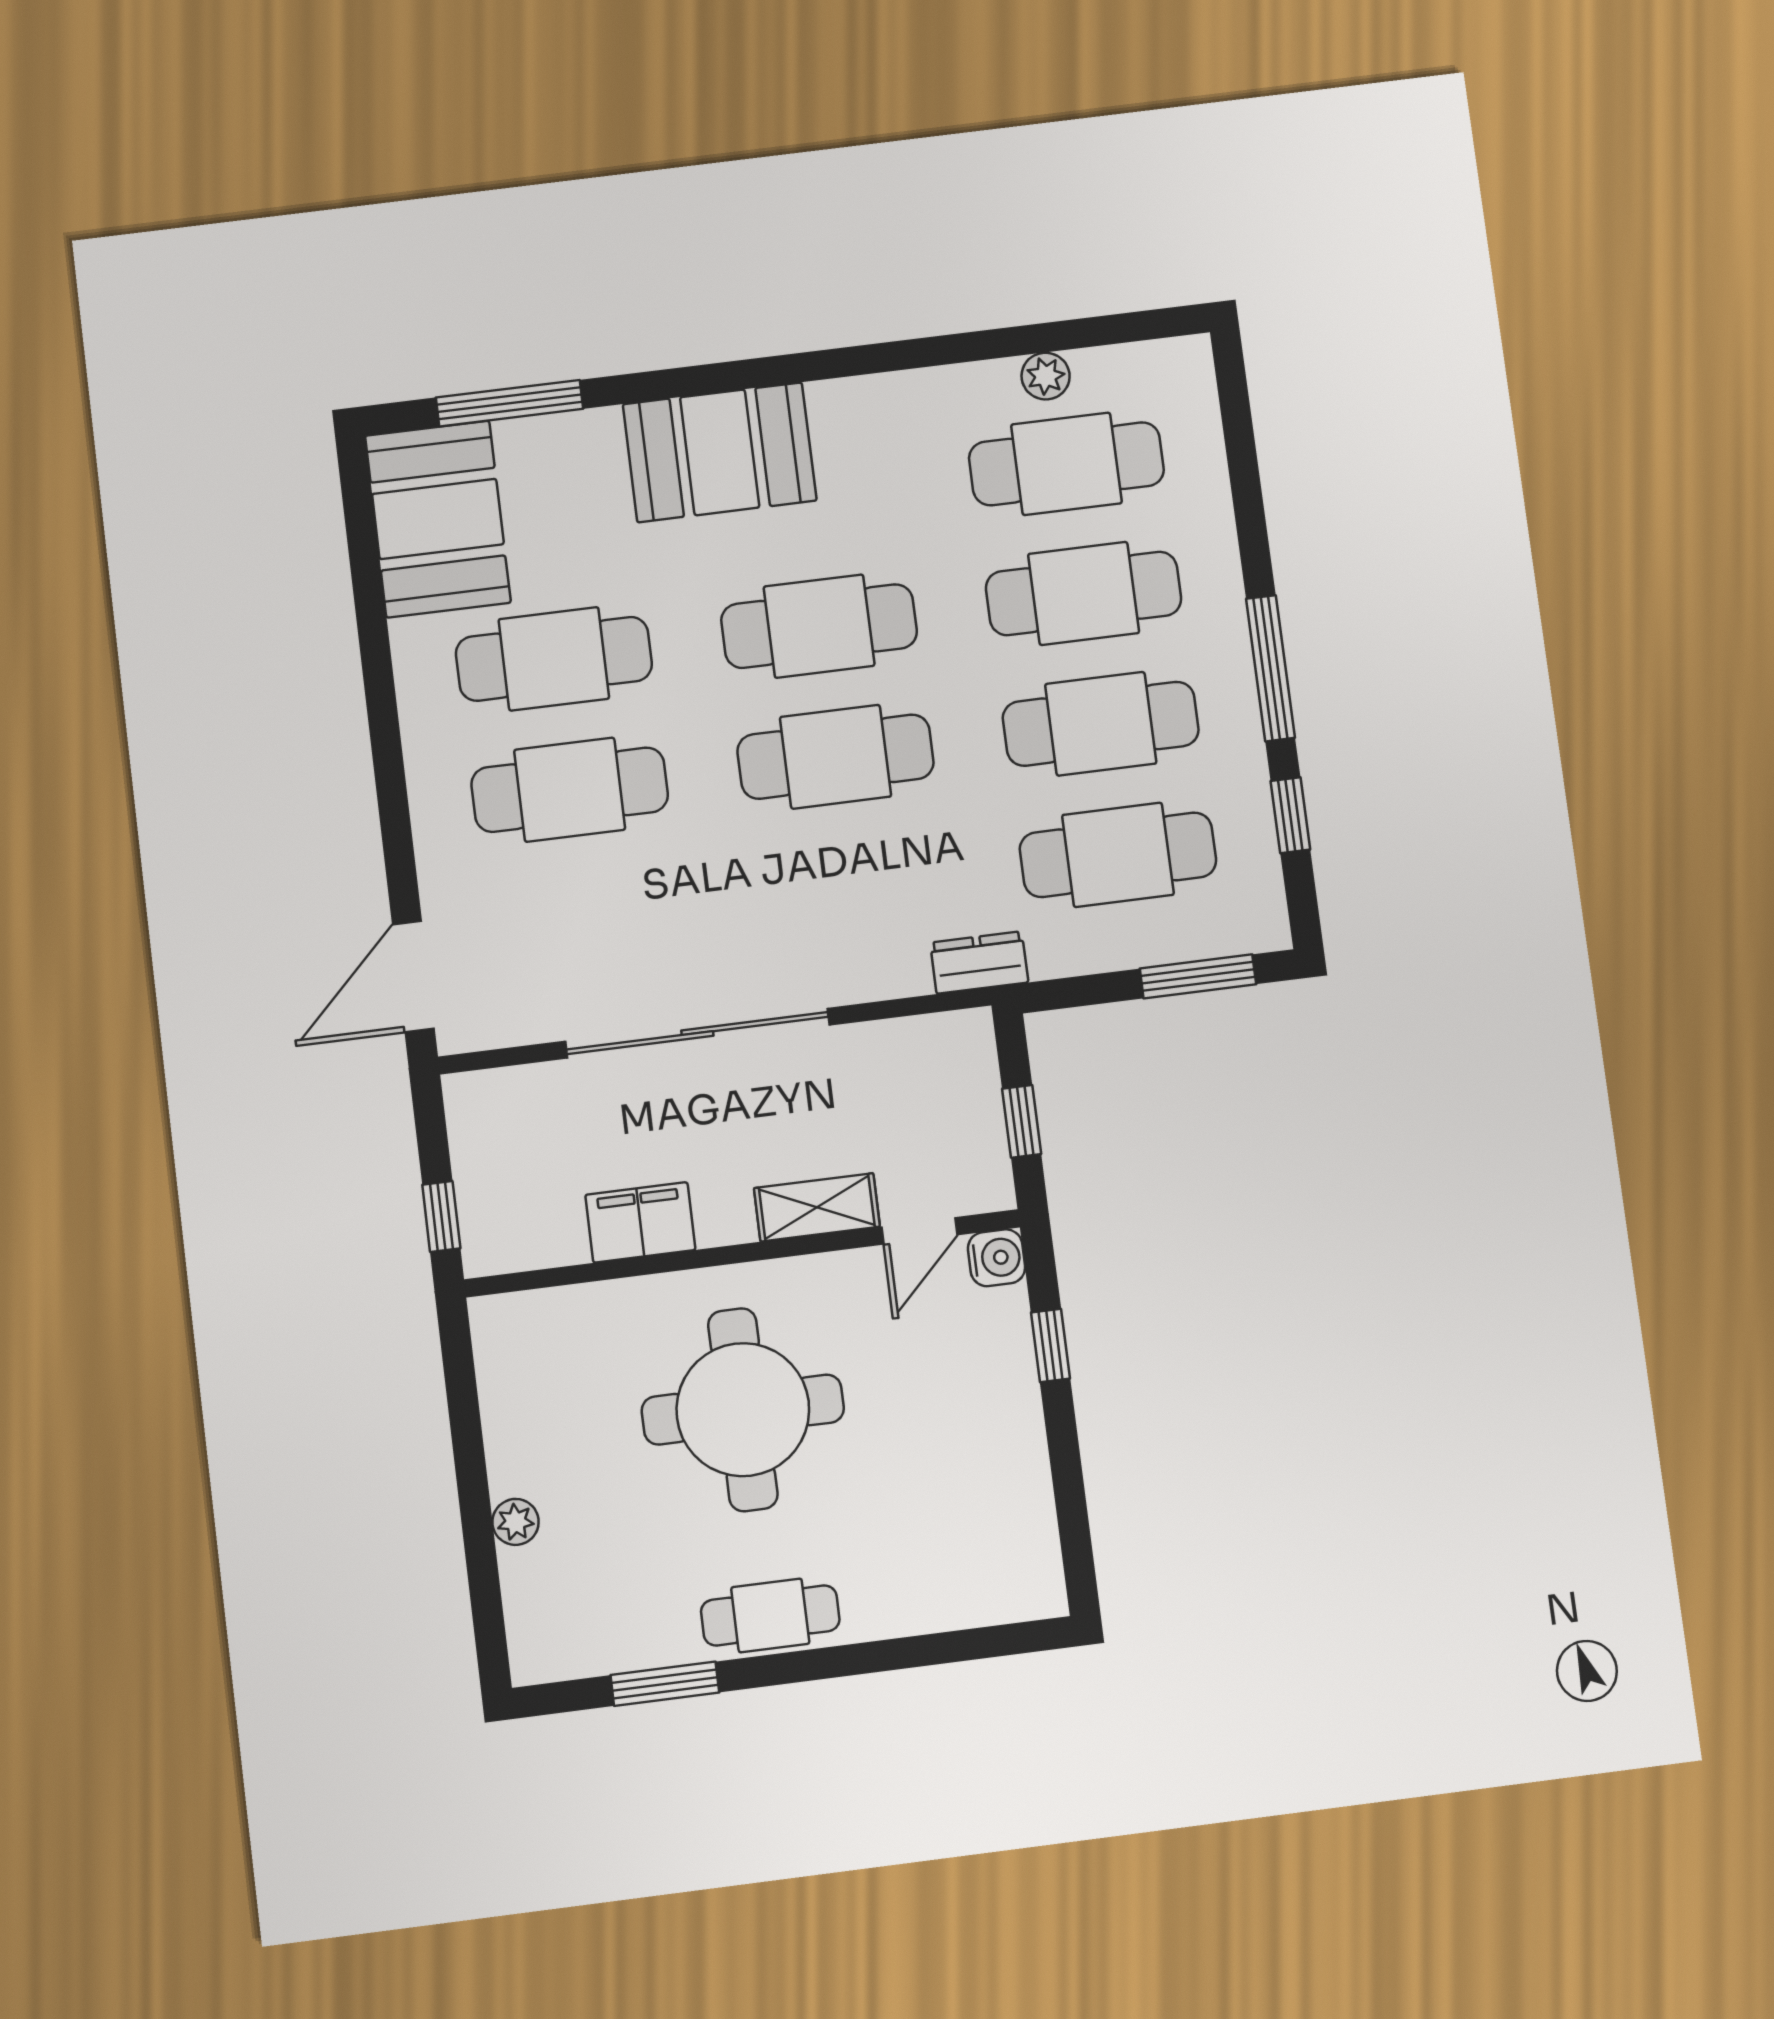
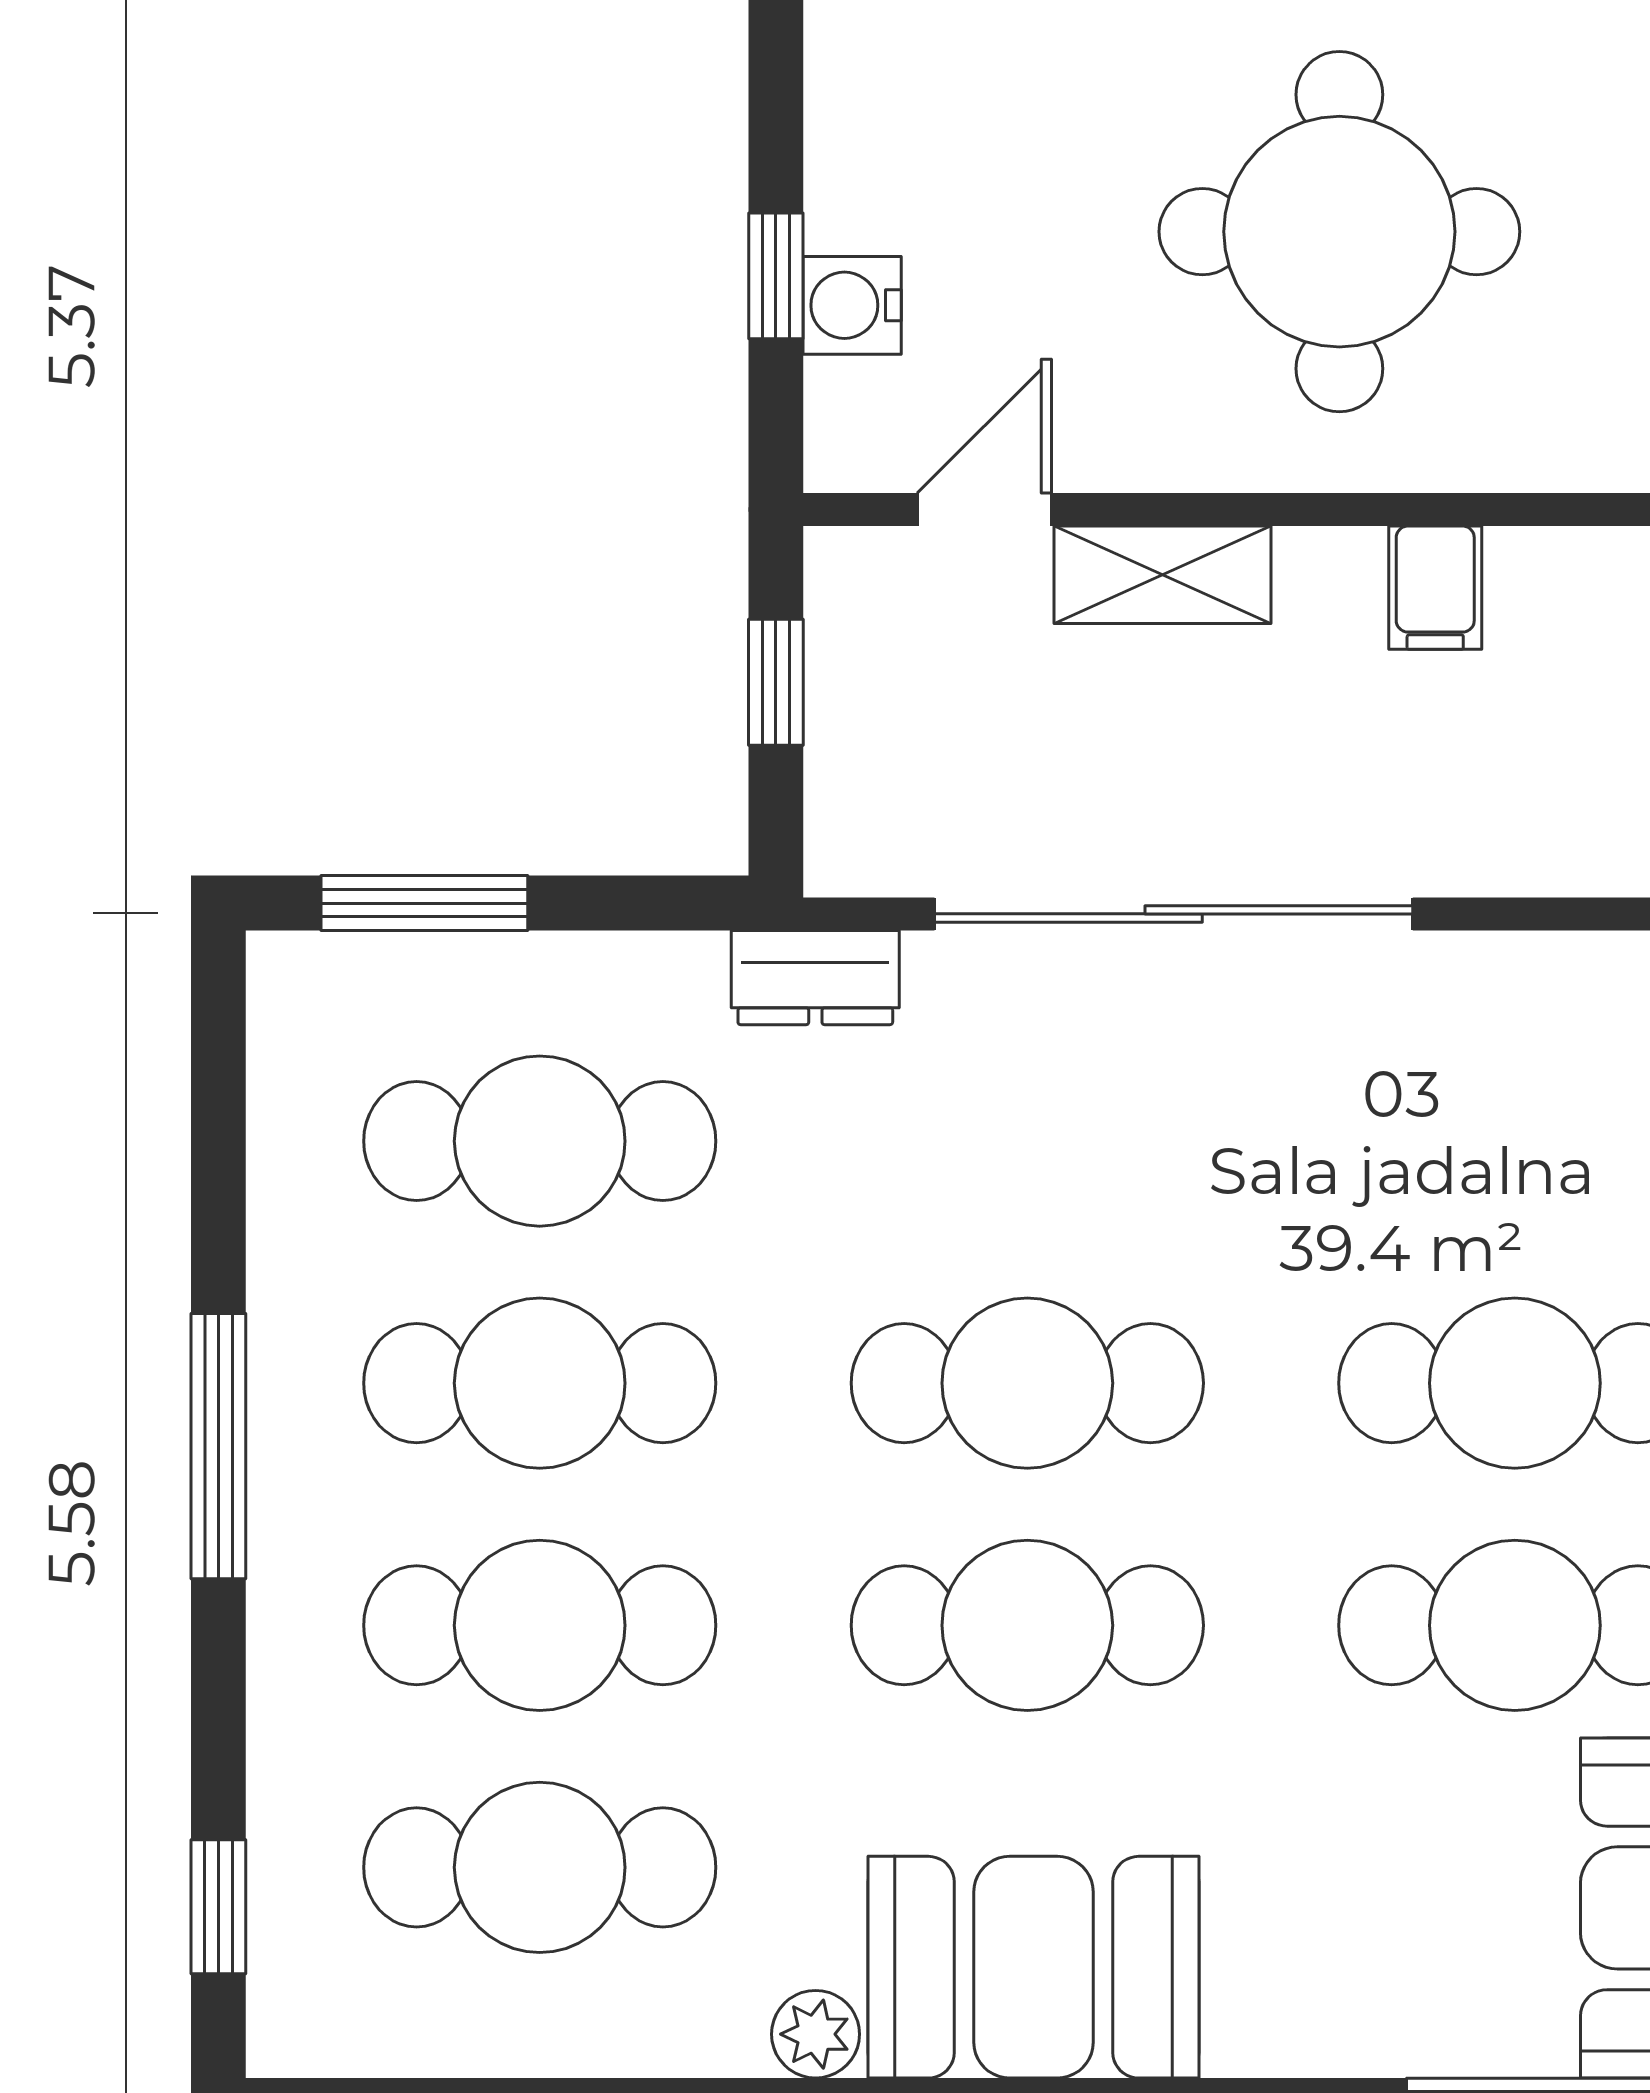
plant: (1046, 376) -> (816, 2034), moved
booth: (720, 452) -> (1033, 1967), moved
window: (1290, 815) -> (218, 1907), moved
sliding door: (697, 1033) -> (1174, 914), moved
filing cabinet: (640, 1222) -> (1435, 588), width x0.50
water cooler: (997, 1258) -> (852, 305), moved

